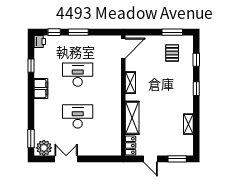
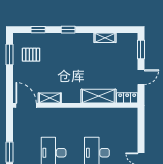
shelving: (130, 83) -> (50, 98), moved

